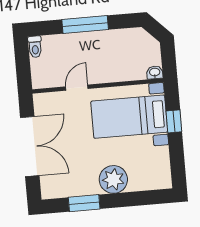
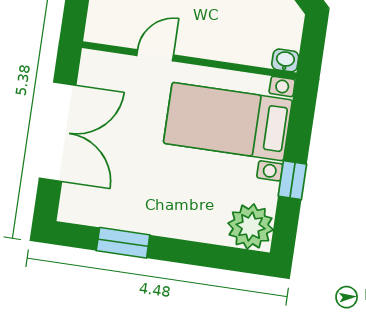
window: (174, 121) -> (292, 180), moved
plant: (113, 179) -> (251, 227), moved

